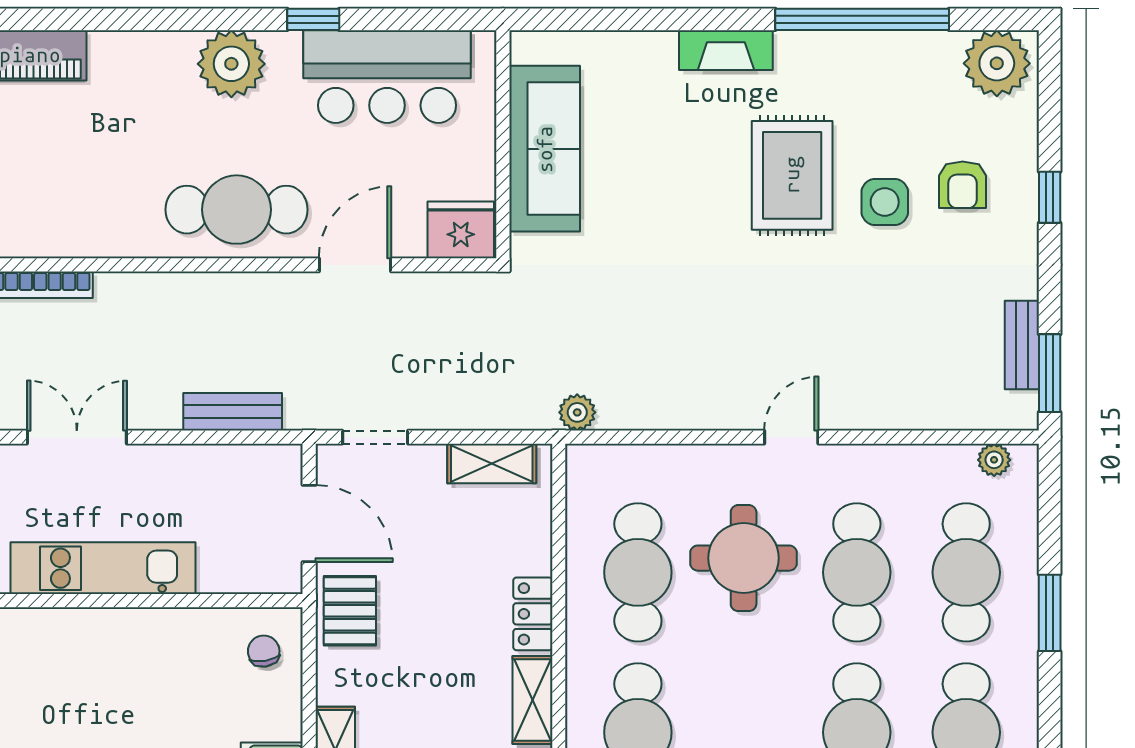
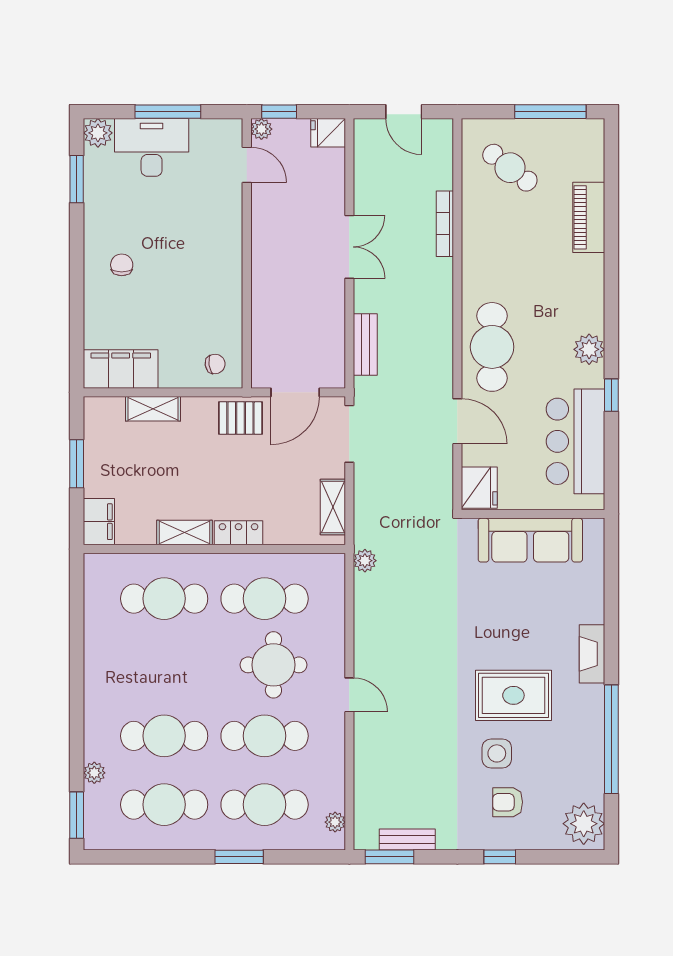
plant: (231, 64) -> (589, 349), width x0.73, depth x0.73
doorway: (375, 437) -> (349, 434), width x1.38
kitchen unit: (103, 568) -> (267, 263), removed

